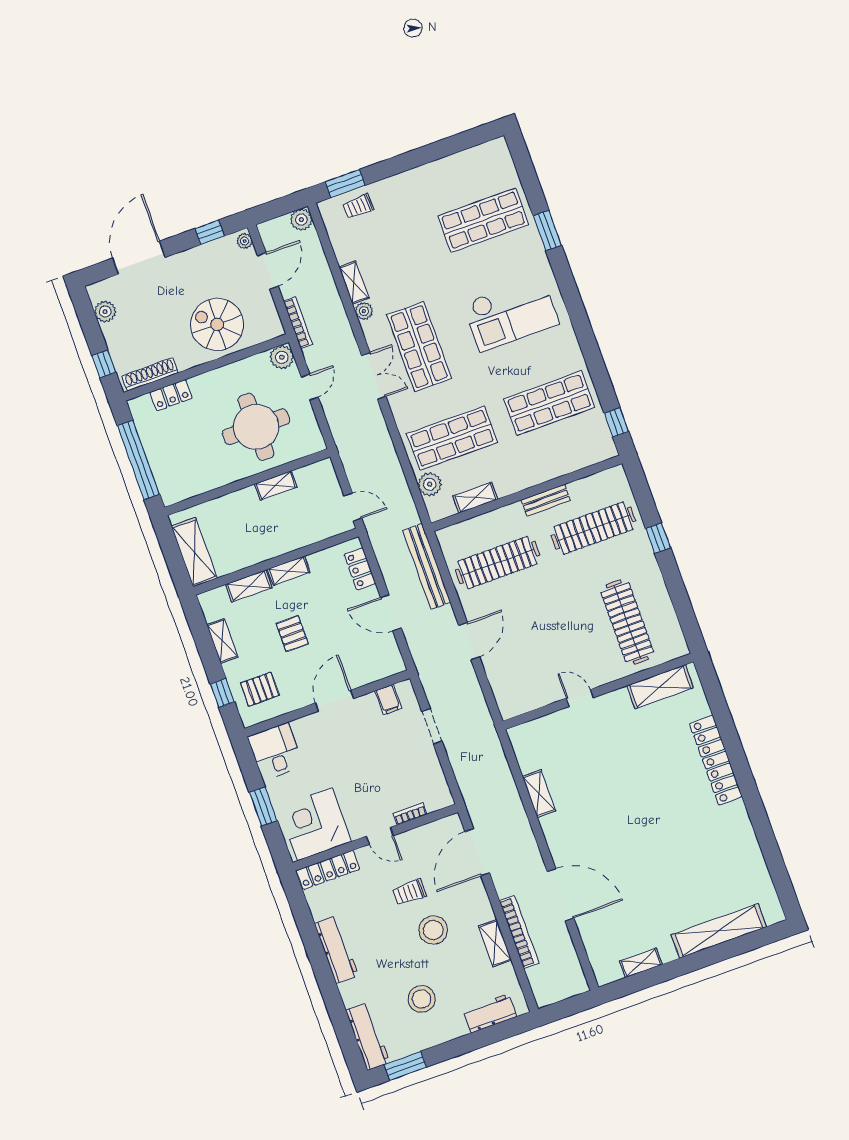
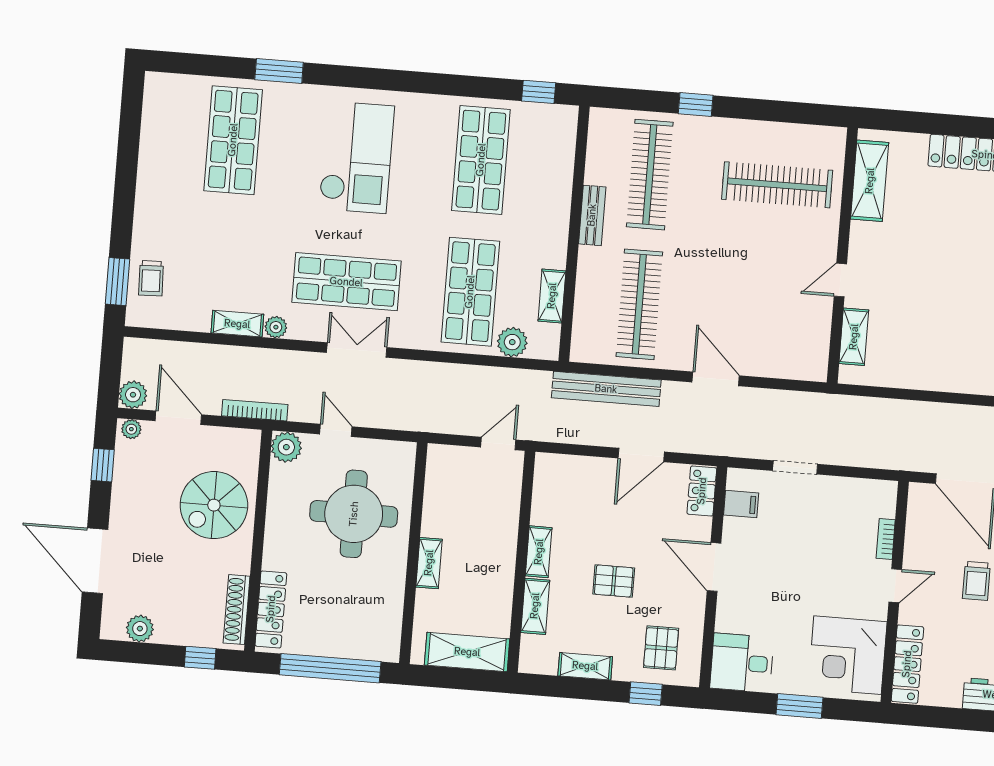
plant: (301, 220) -> (133, 395), moved
locker: (171, 395) -> (271, 609), width x1.53
shelving: (276, 485) -> (429, 563), moved
locker: (360, 569) -> (702, 491), moved, turned 90
shelving: (539, 794) -> (854, 337), moved, turned 90

